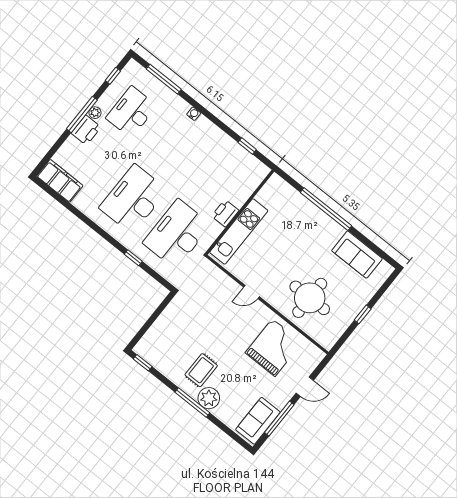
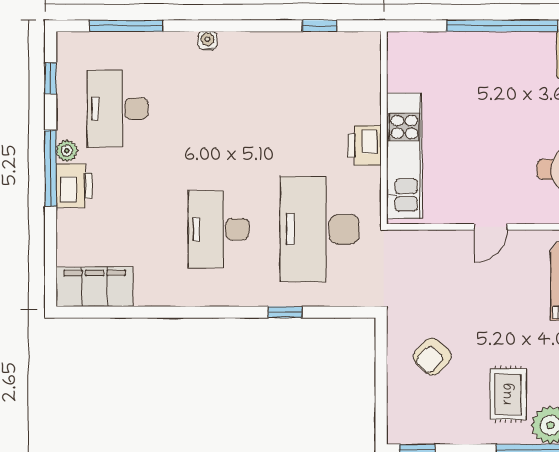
desk: (133, 199) -> (219, 229), width x0.73, depth x0.77
armchair: (181, 328) -> (432, 357), added

